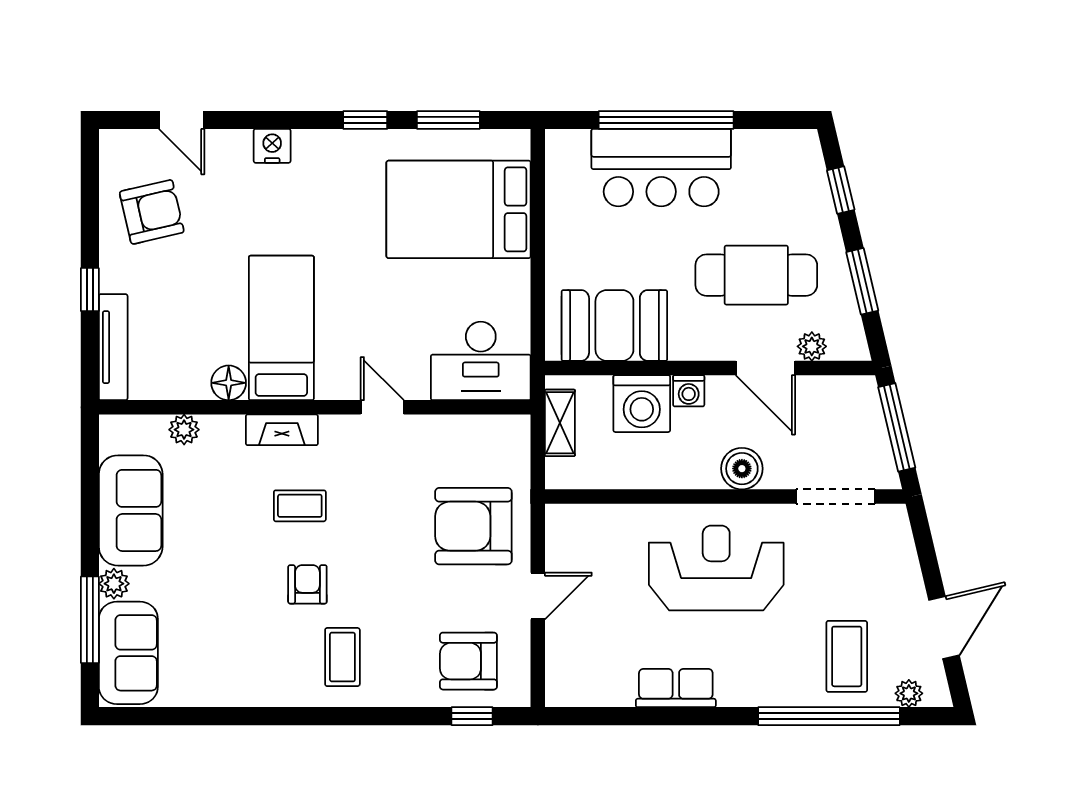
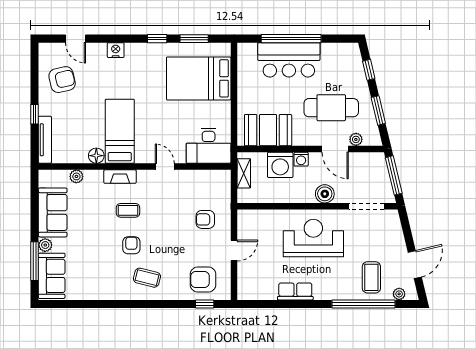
armchair: (473, 526) -> (205, 219), width x0.53, depth x0.53
coffee table: (342, 657) -> (147, 278), turned -76

